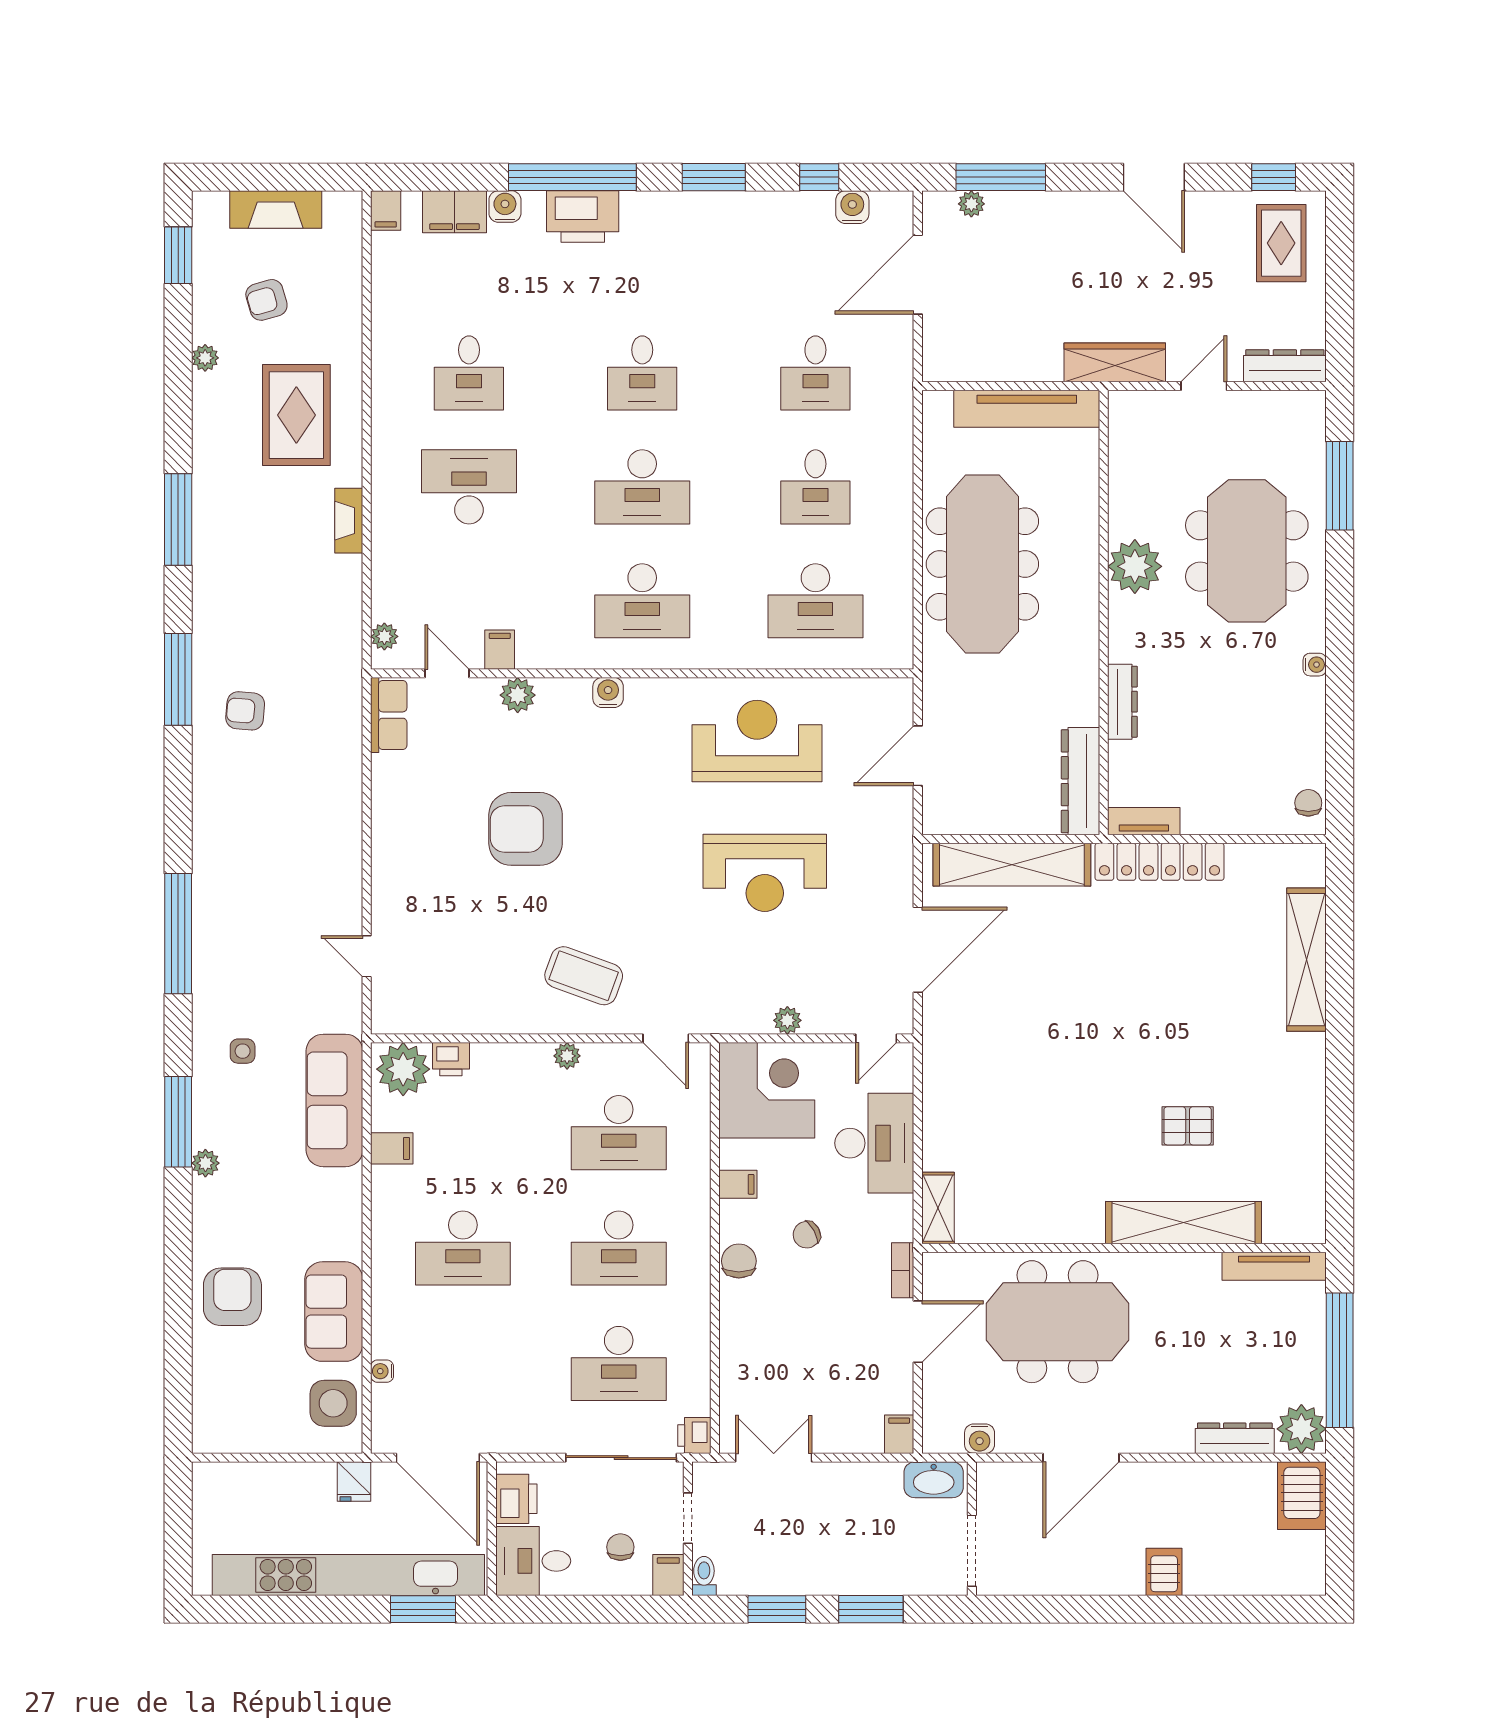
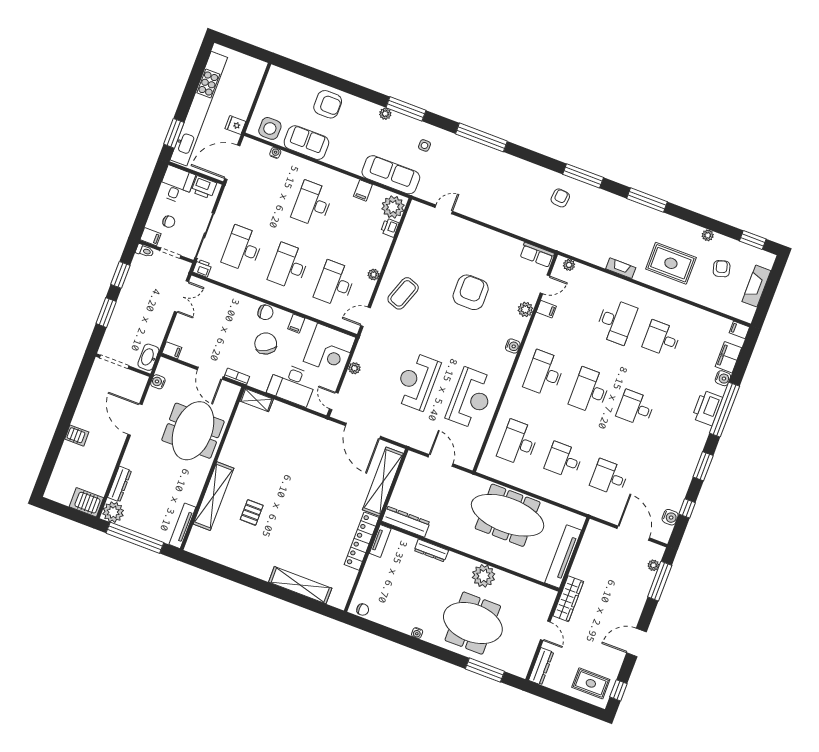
chair: (807, 1235) -> (266, 344), width x1.87, depth x1.87

